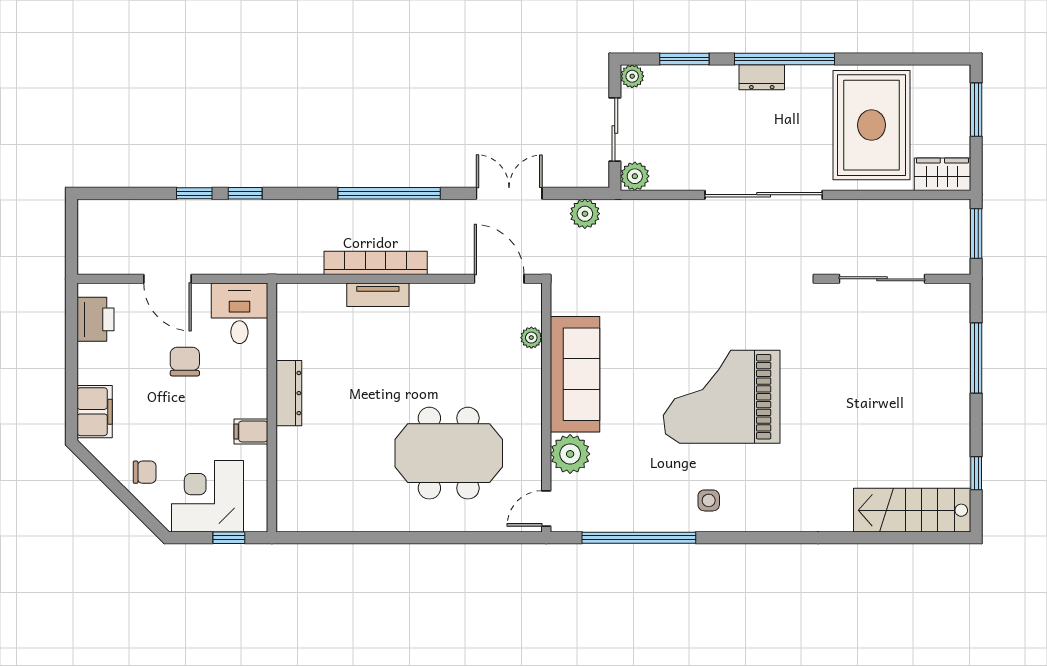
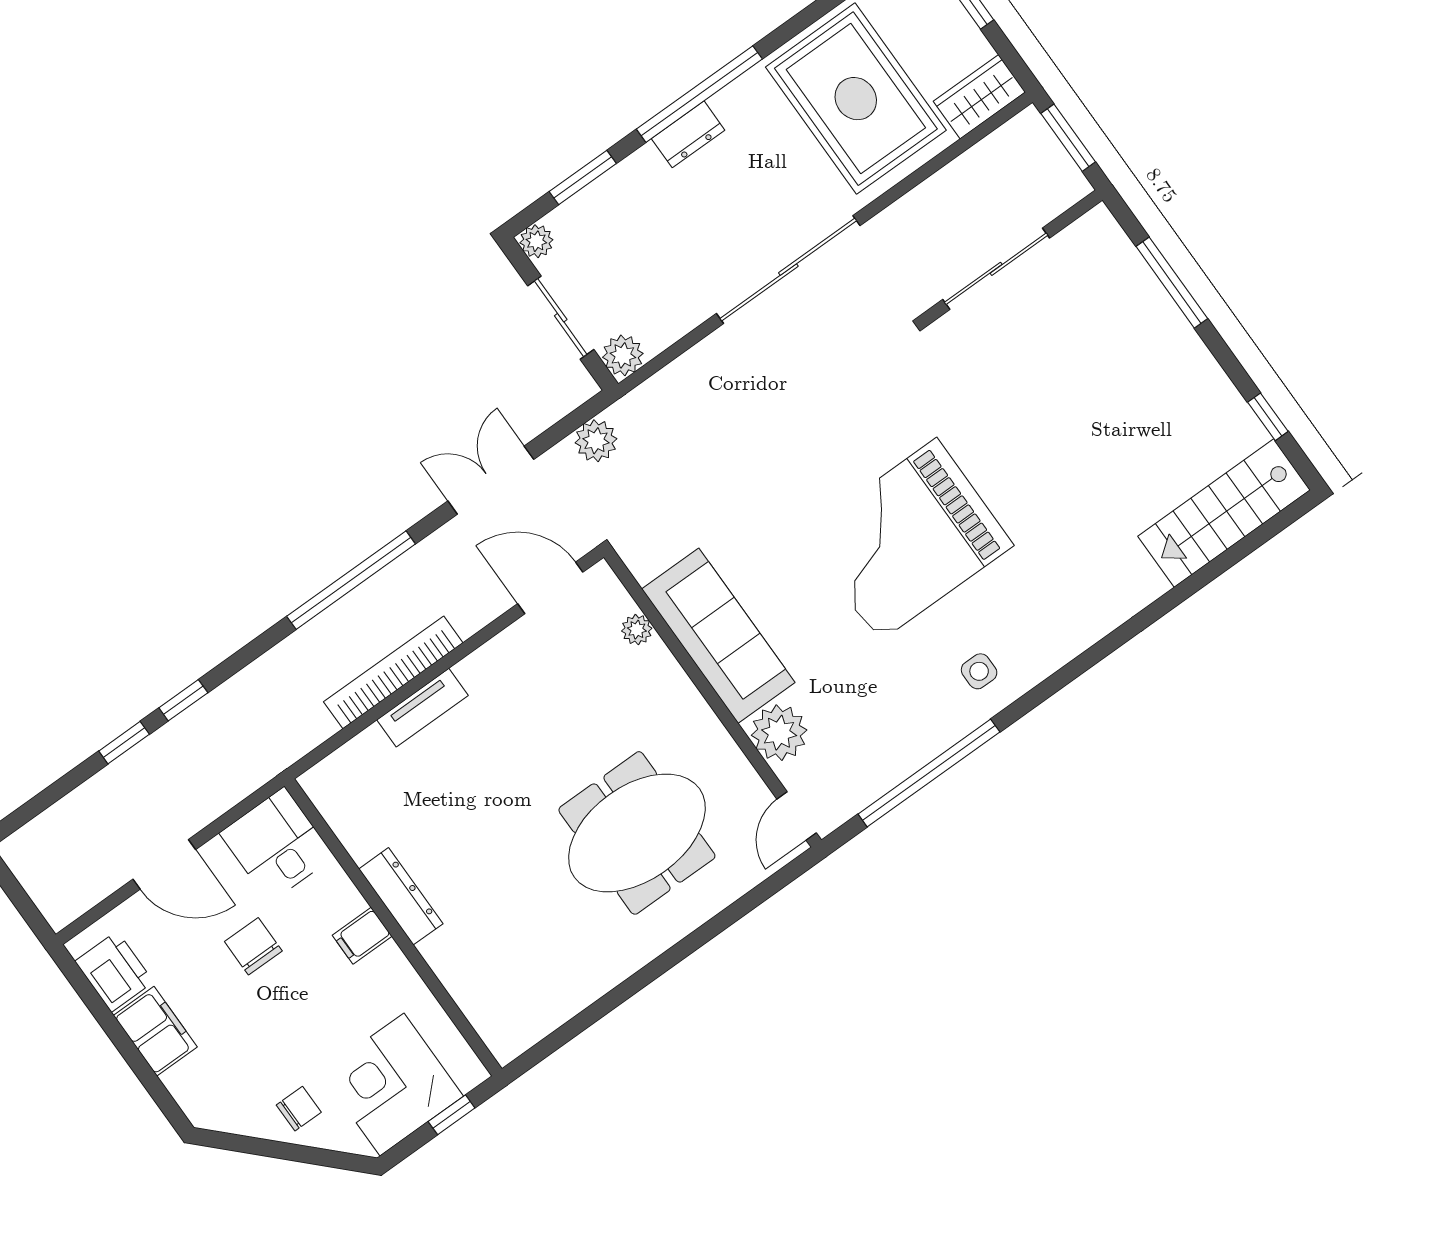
filing cabinet: (95, 412) -> (155, 1031), moved
filing cabinet: (251, 431) -> (362, 936), moved

